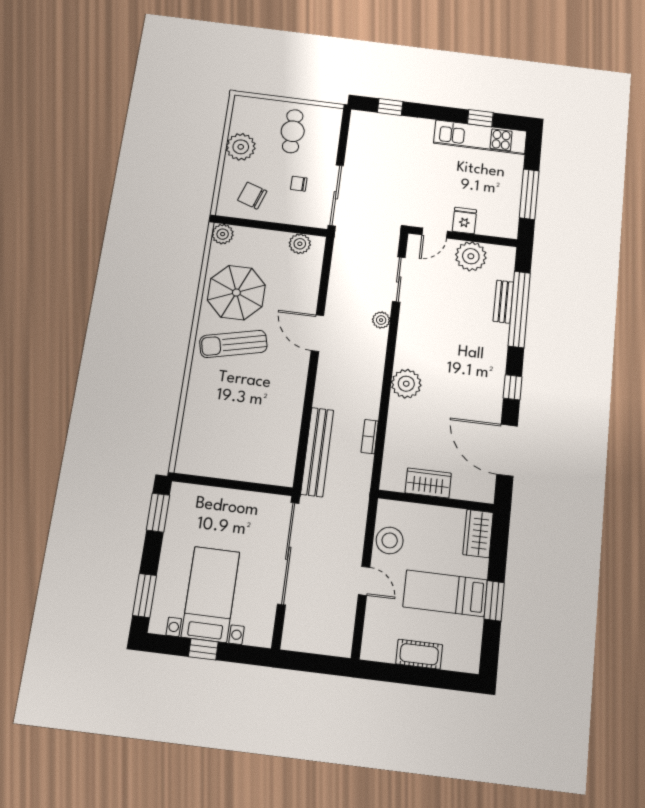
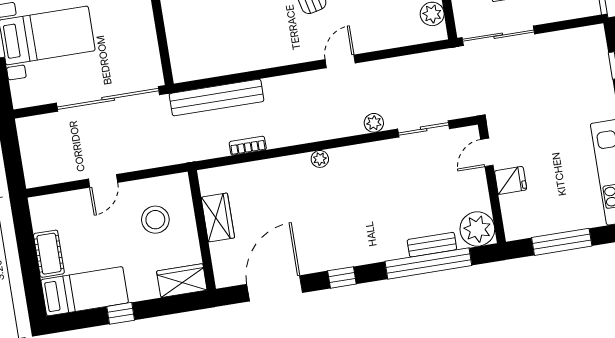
door: (435, 233) -> (487, 152), hinge flipped
plant: (471, 256) -> (477, 229), moved
door: (317, 333) -> (340, 61), width x0.73
plant: (406, 384) -> (320, 159), width x0.53, depth x0.53
stool: (390, 540) -> (155, 220), moved
bed: (445, 593) -> (85, 291), moved, turned 90
window: (494, 601) -> (121, 313), width x0.67

